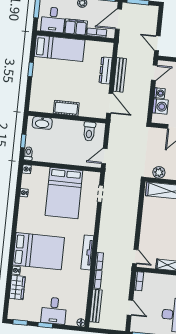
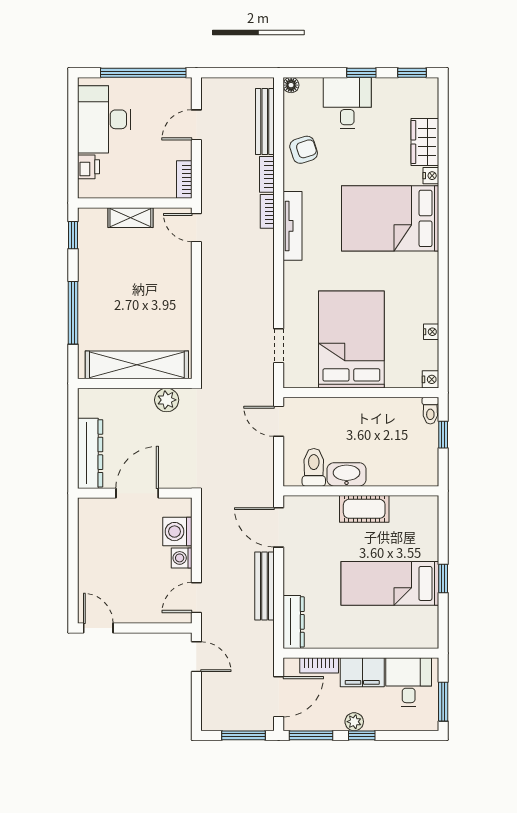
bed: (60, 48) -> (390, 583), moved
dresser: (106, 70) -> (294, 622), moved
washbasin: (42, 123) -> (347, 474), moved
door: (104, 156) -> (279, 421), swing flipped
armchair: (78, 290) -> (304, 150), added
door: (130, 308) -> (196, 125), hinge flipped

